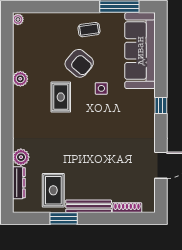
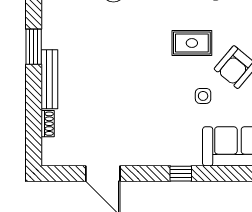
rug: (53, 190) -> (70, 33), removed
shoe rack: (127, 208) -> (48, 124), width x0.70

